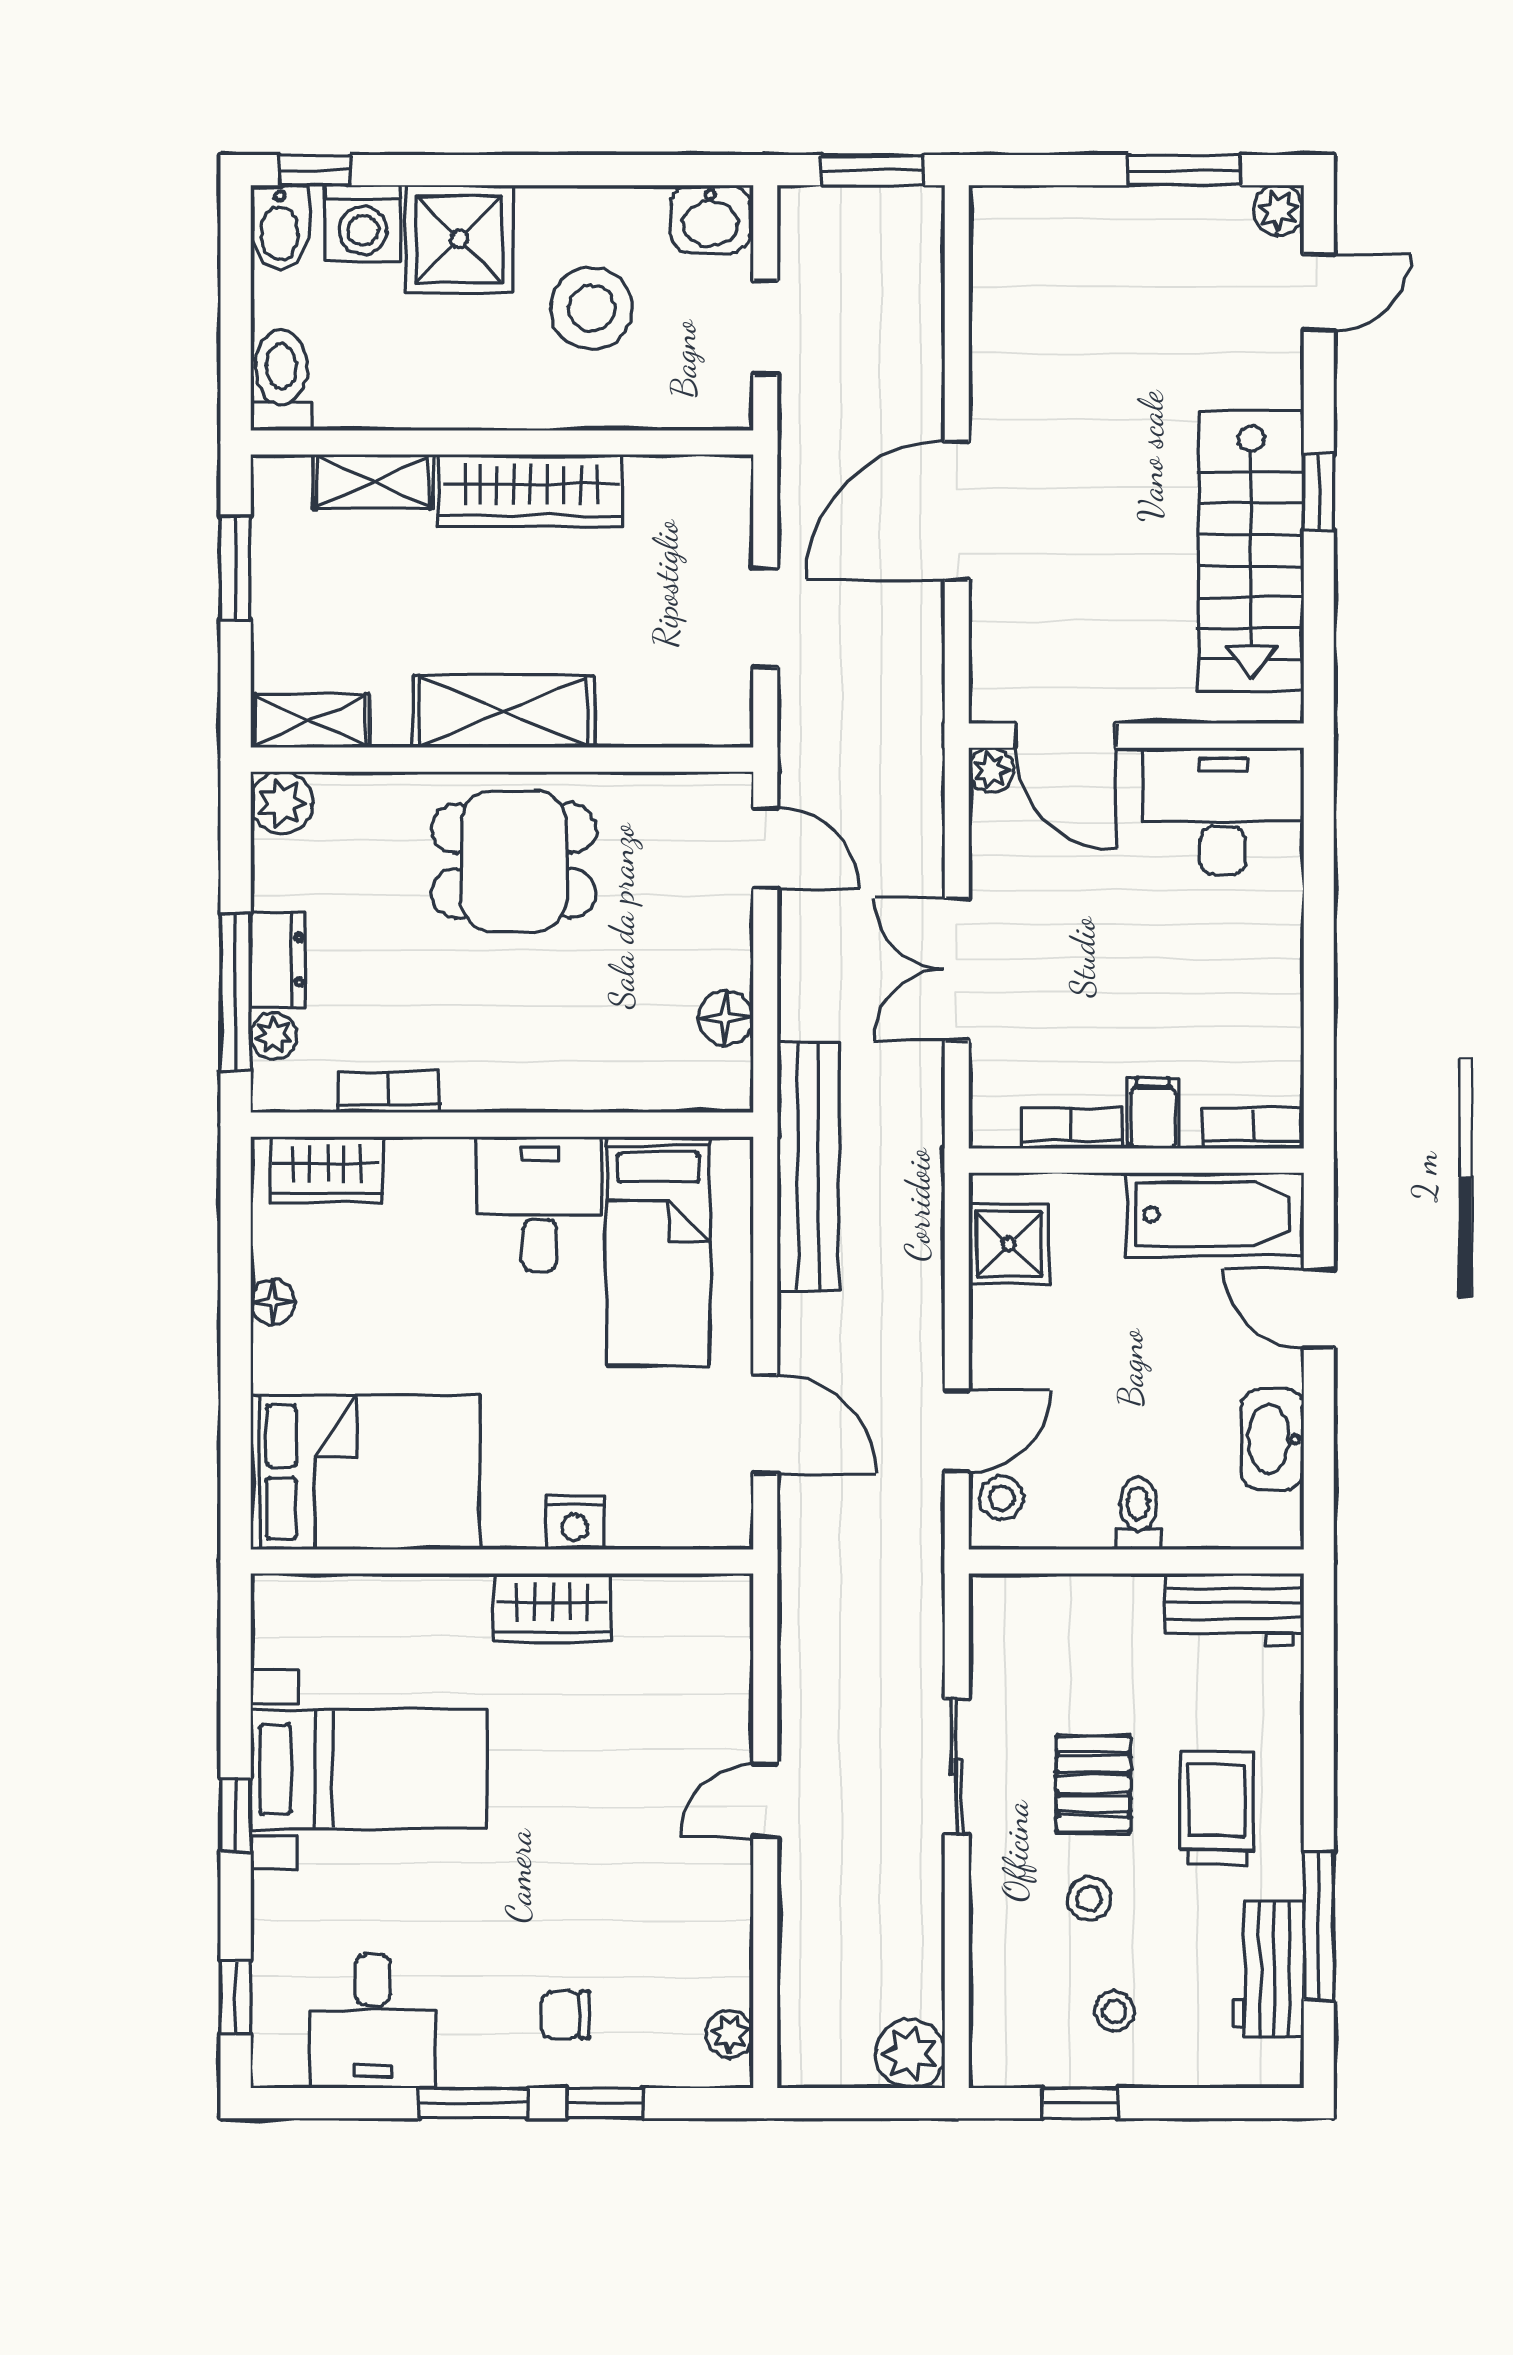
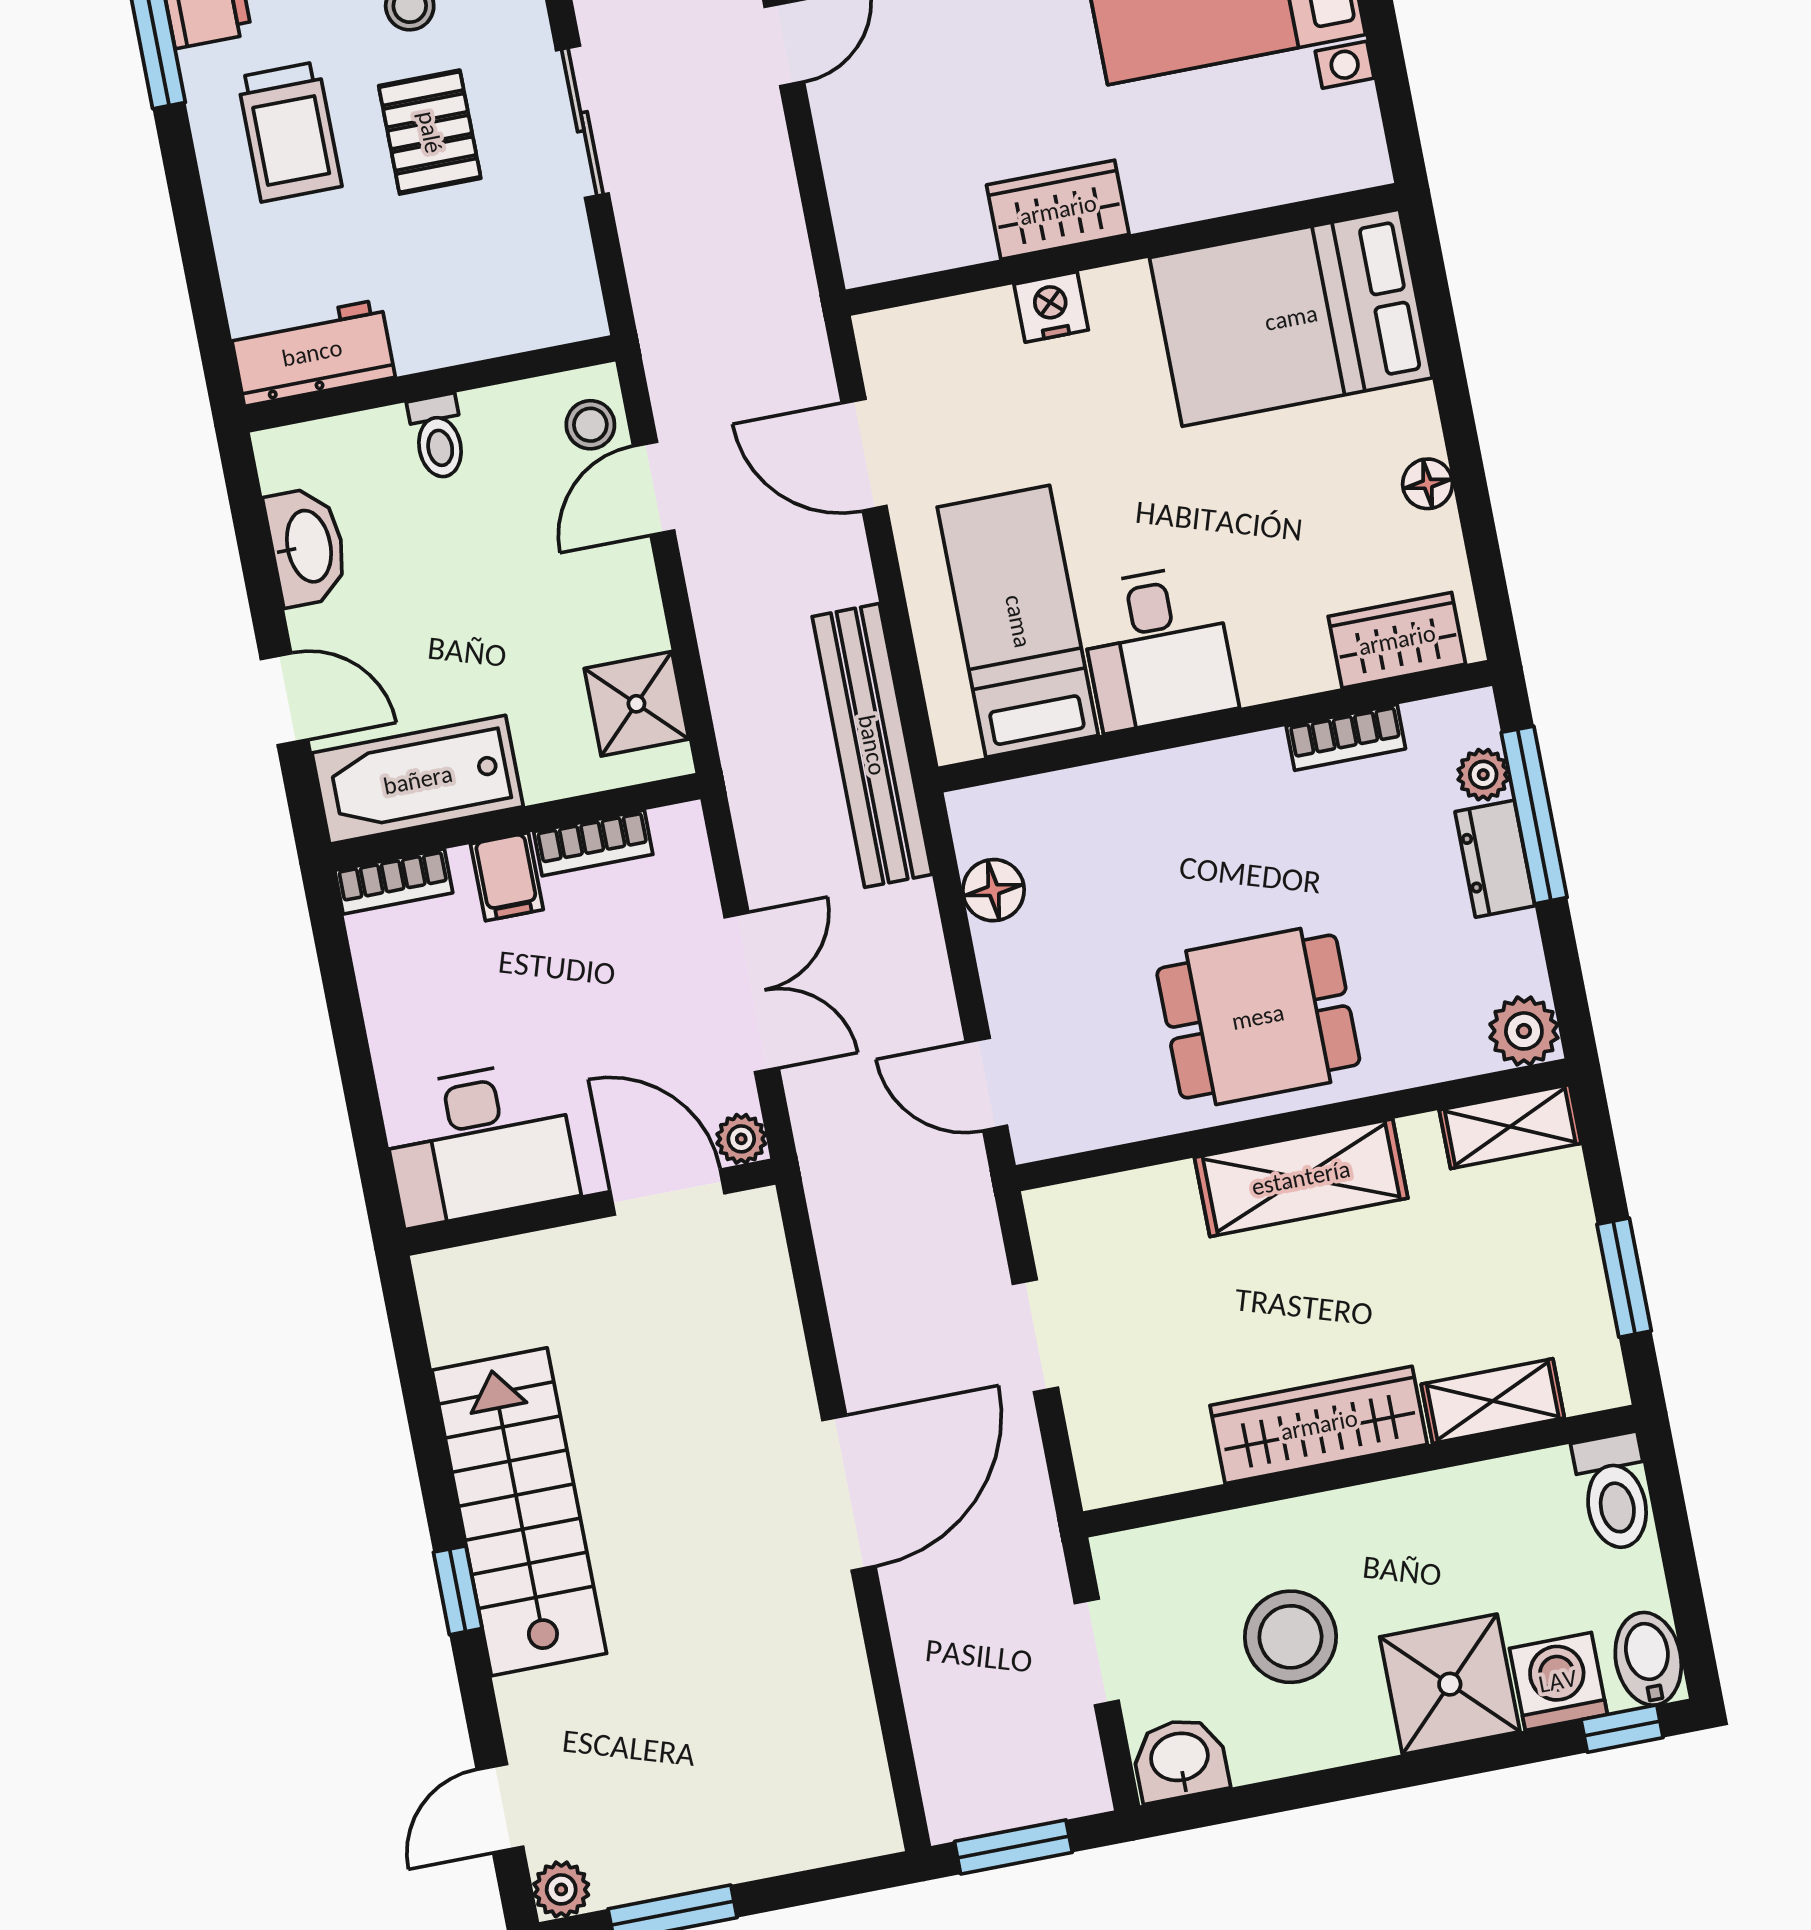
door: (1065, 736) -> (667, 1192), moved
wall: (1136, 736) -> (590, 1207), moved
plant: (991, 770) -> (741, 1139), moved
desk: (1223, 811) -> (479, 1143), moved

